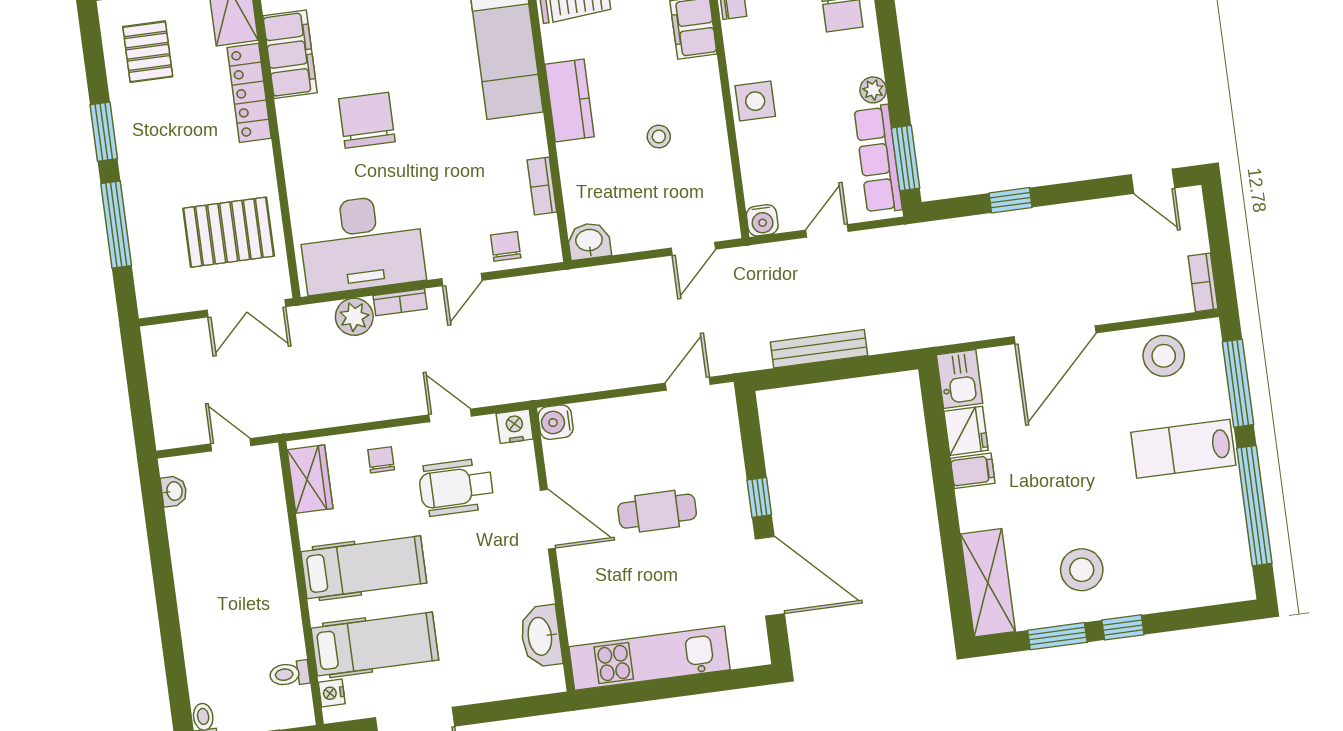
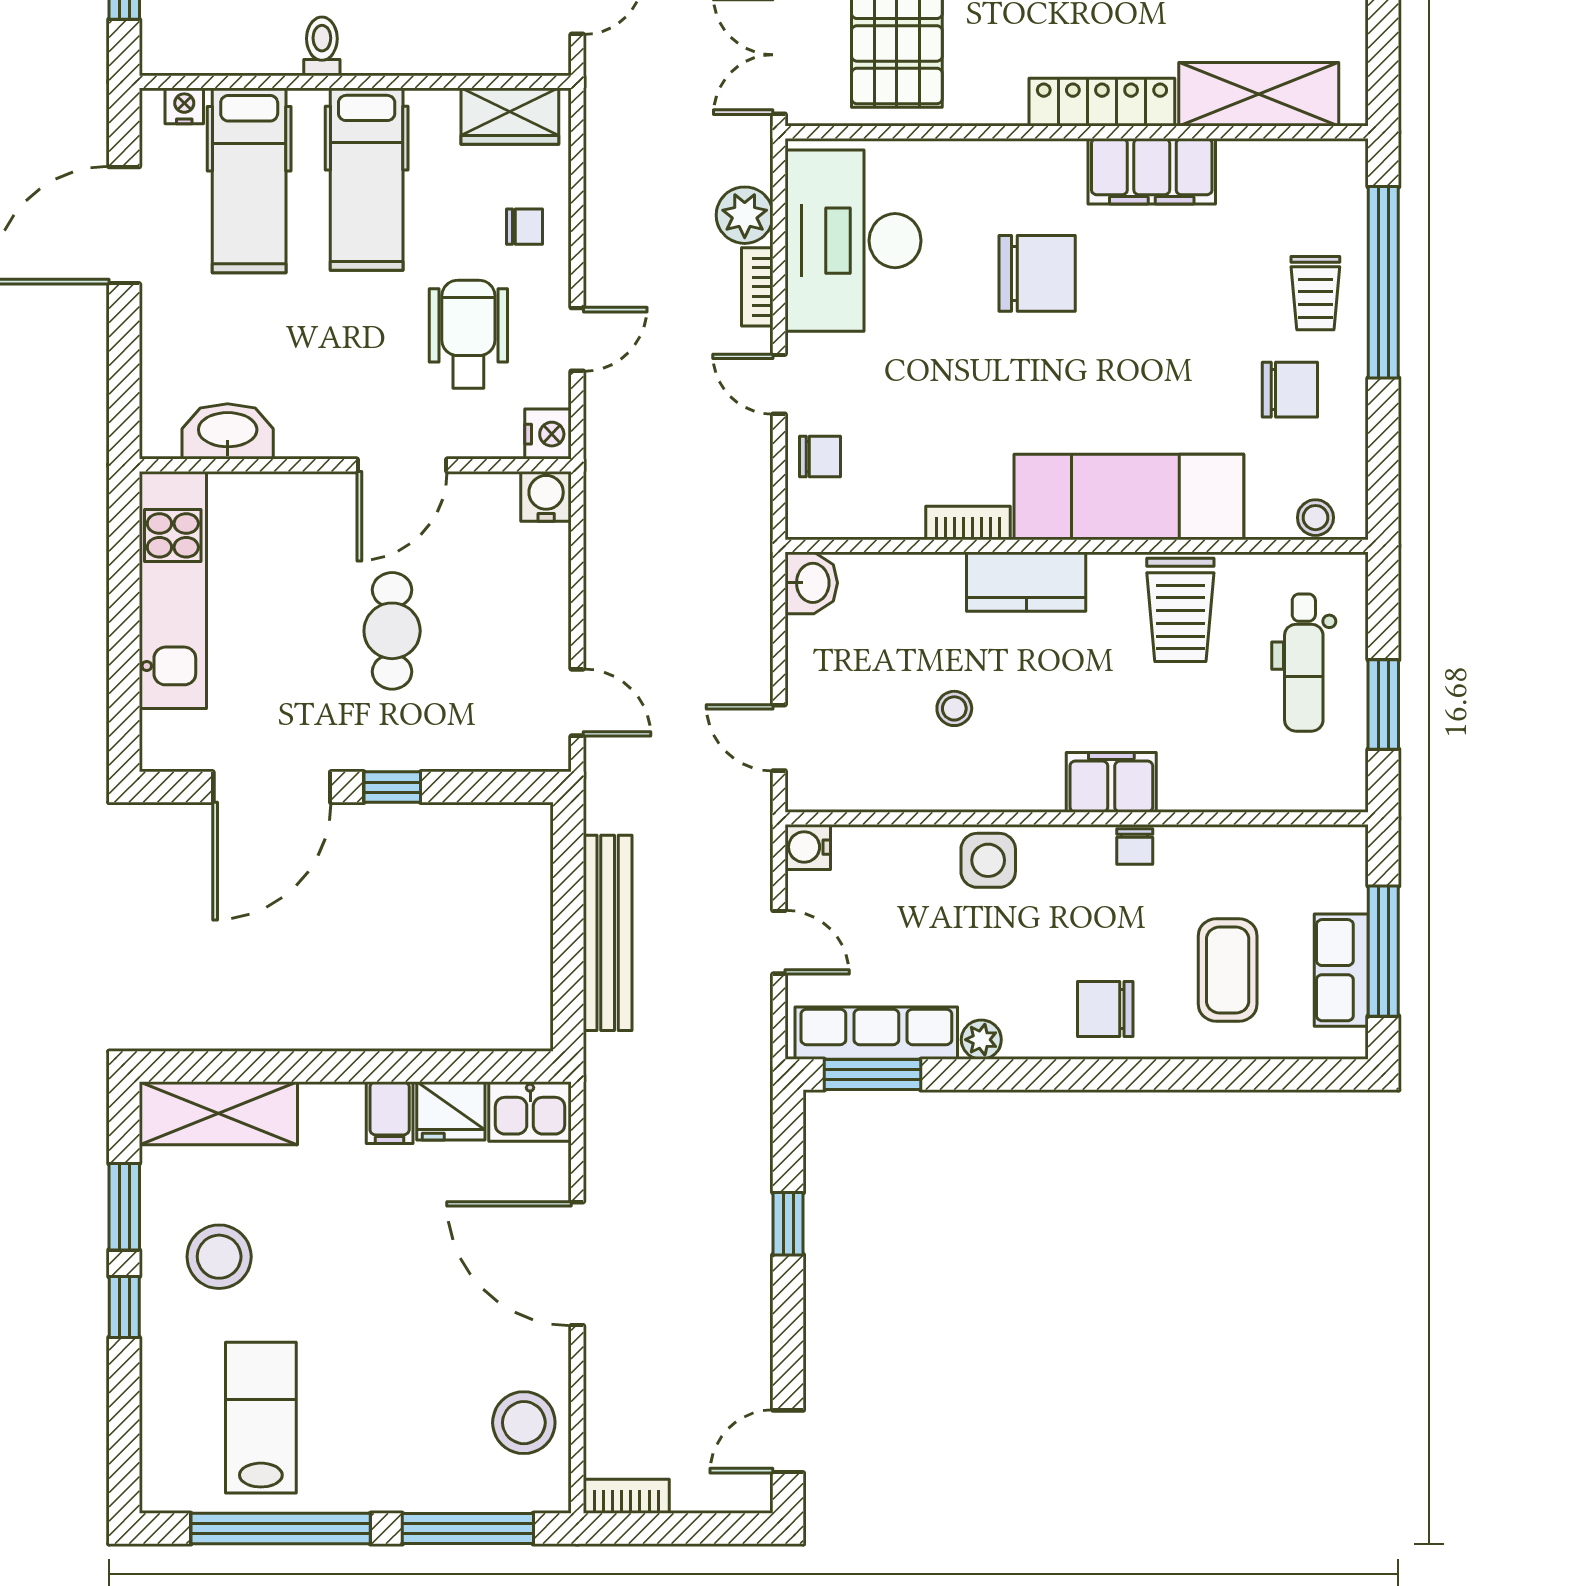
bookcase: (542, 186) -> (968, 523), moved
bench: (819, 349) -> (608, 933), width x1.37, depth x1.21
lab bench: (1183, 449) -> (261, 1418), moved
toilet: (290, 674) -> (322, 46), moved

